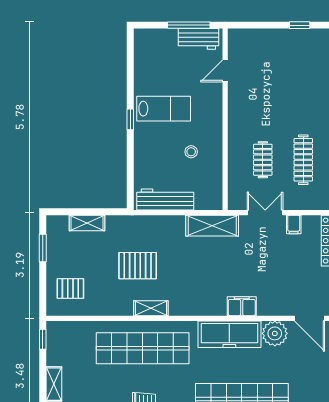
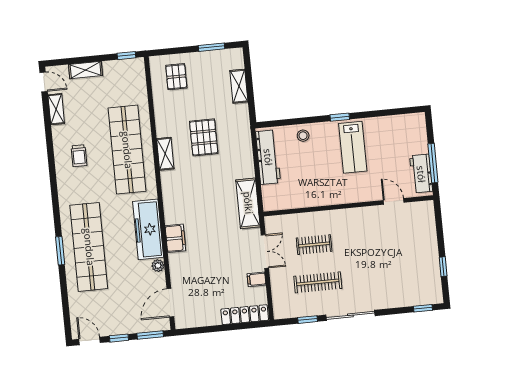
stool: (191, 152) -> (303, 136), moved
plant: (275, 333) -> (158, 266), width x0.53, depth x0.53

